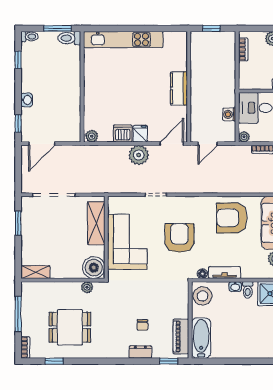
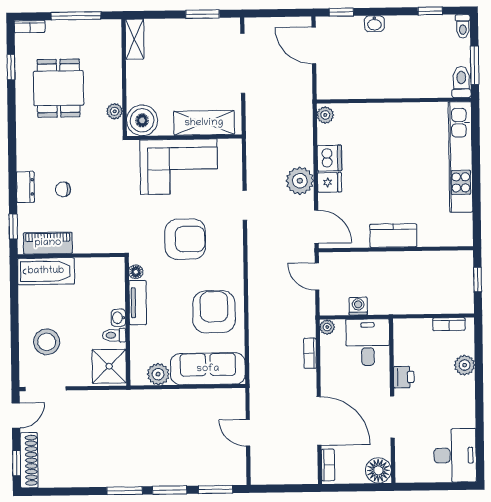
stool: (202, 296) -> (47, 342), moved

